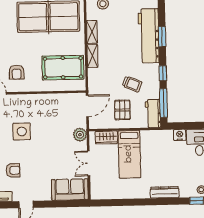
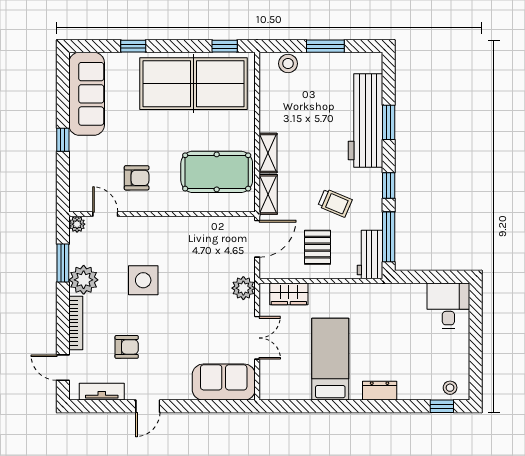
shelving: (92, 32) -> (268, 194), moved
armchair: (17, 72) -> (137, 178), turned -90
nightstand: (180, 135) -> (415, 292), removed
bed: (129, 154) -> (330, 359), moved, turned 180
double door: (89, 163) -> (257, 338), swing flipped
dresser: (165, 192) -> (380, 391), width x0.70

